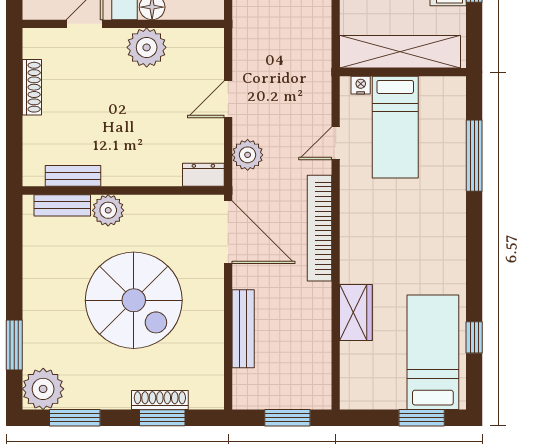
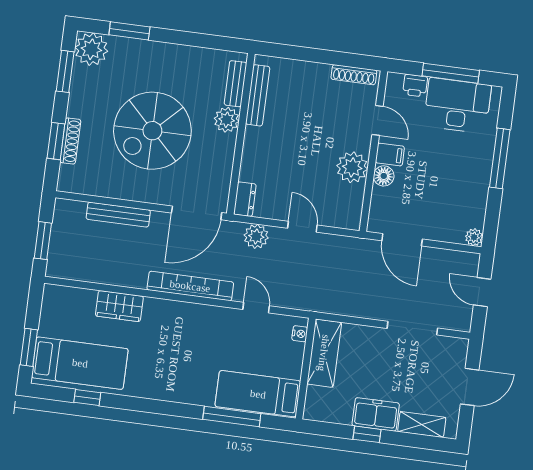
shelving: (400, 52) -> (324, 353), width x0.68
shoe rack: (32, 87) -> (354, 75), moved
bed: (395, 127) -> (258, 394), moved
bench: (73, 176) -> (258, 95), width x1.36

